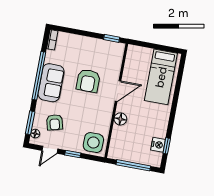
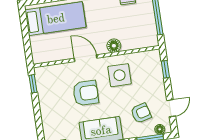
side table: (93, 143) -> (119, 75), moved
door: (50, 150) -> (171, 108), hinge flipped
window: (73, 154) -> (165, 69), moved

